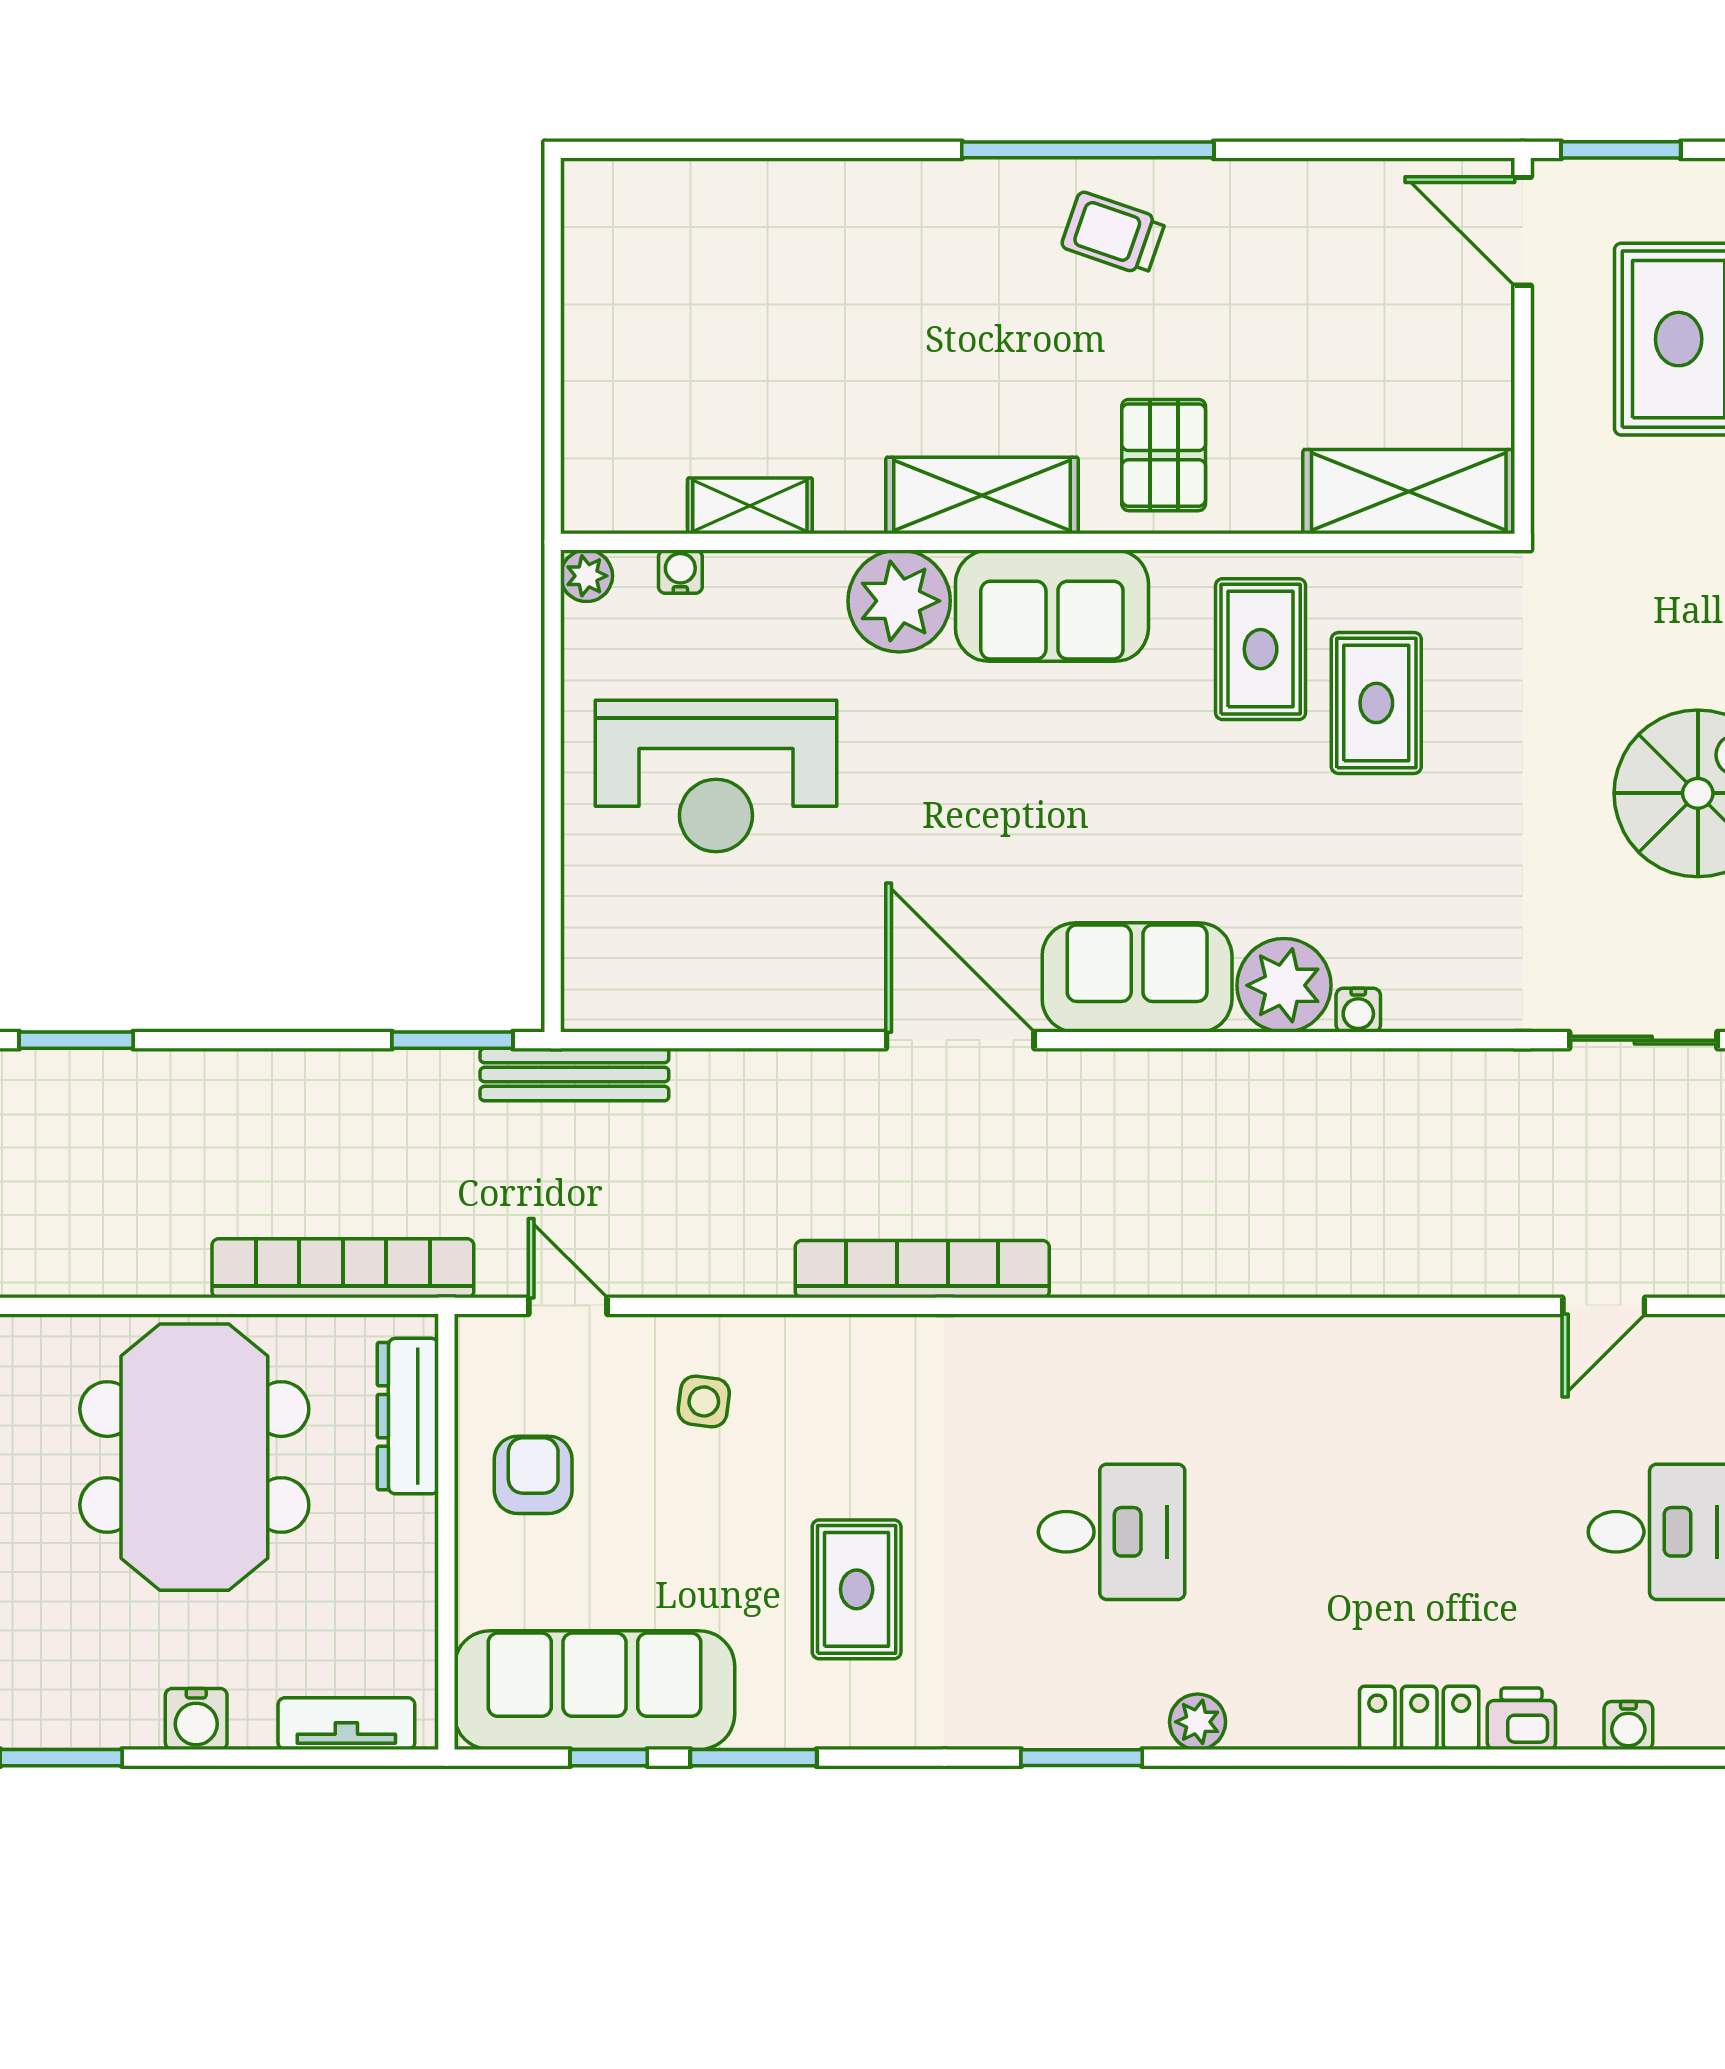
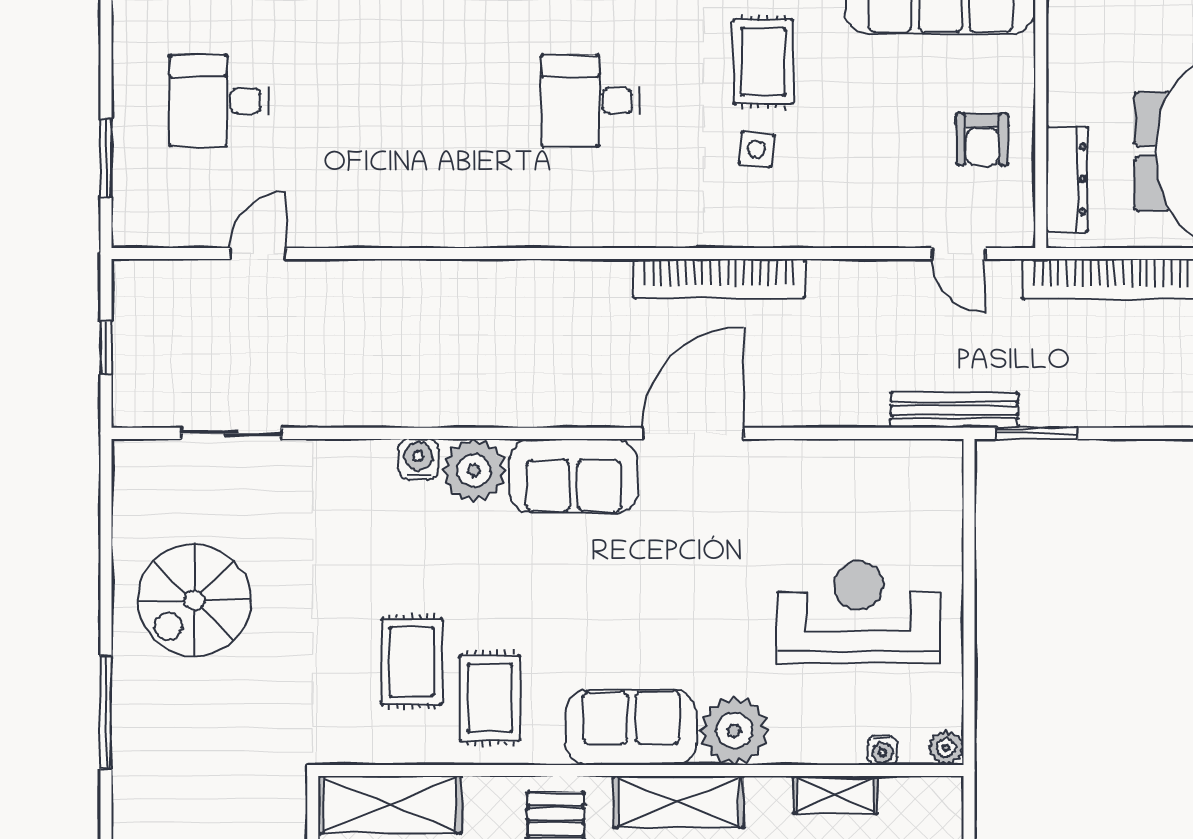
water cooler: (1358, 1010) -> (418, 459), width x1.38, depth x1.38
door: (960, 1040) -> (693, 433), swing flipped
side table: (704, 1401) -> (756, 149), moved

